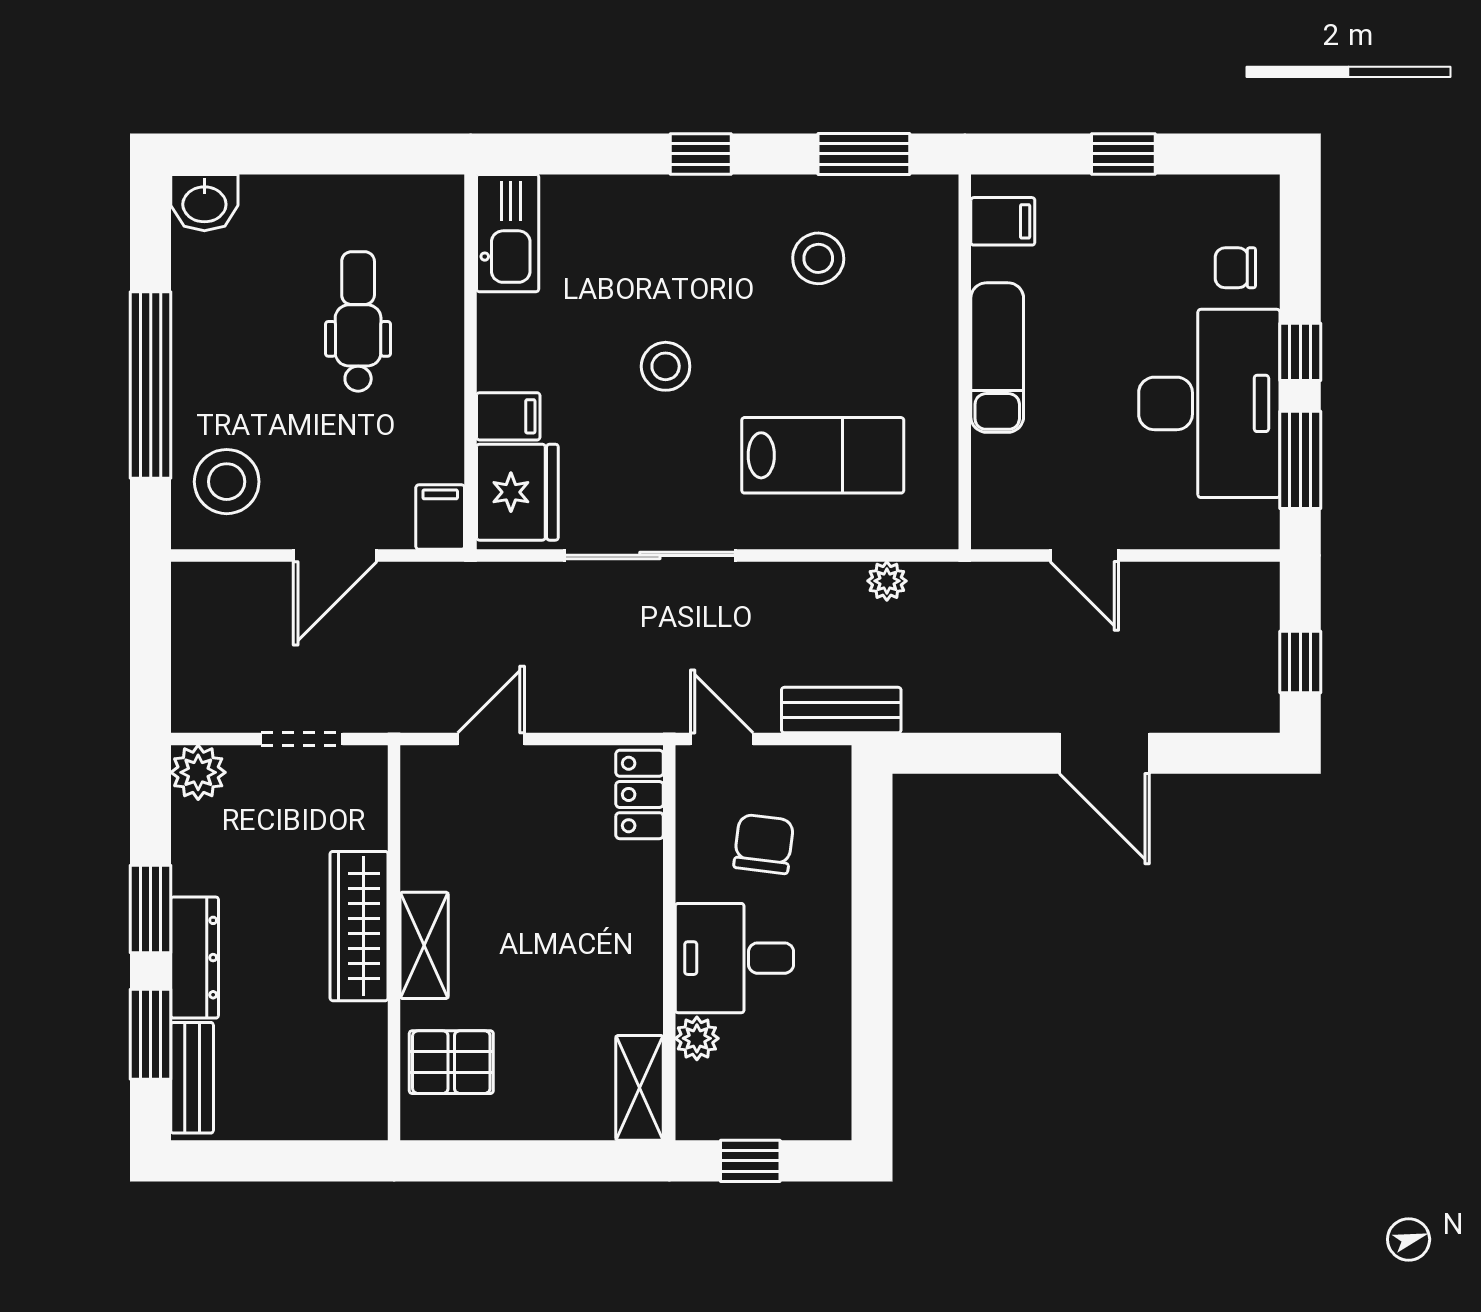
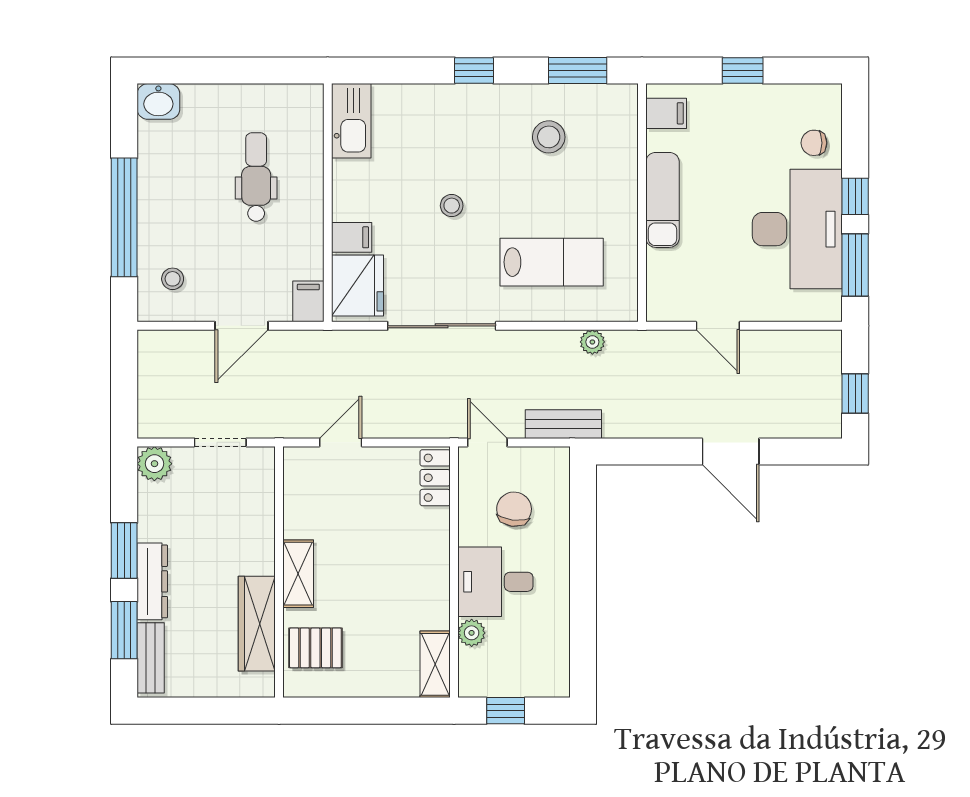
stool: (666, 366) -> (452, 206), width x0.73, depth x0.73
stool: (227, 482) -> (173, 279), width x0.53, depth x0.53
wardrobe: (359, 926) -> (257, 624), moved

